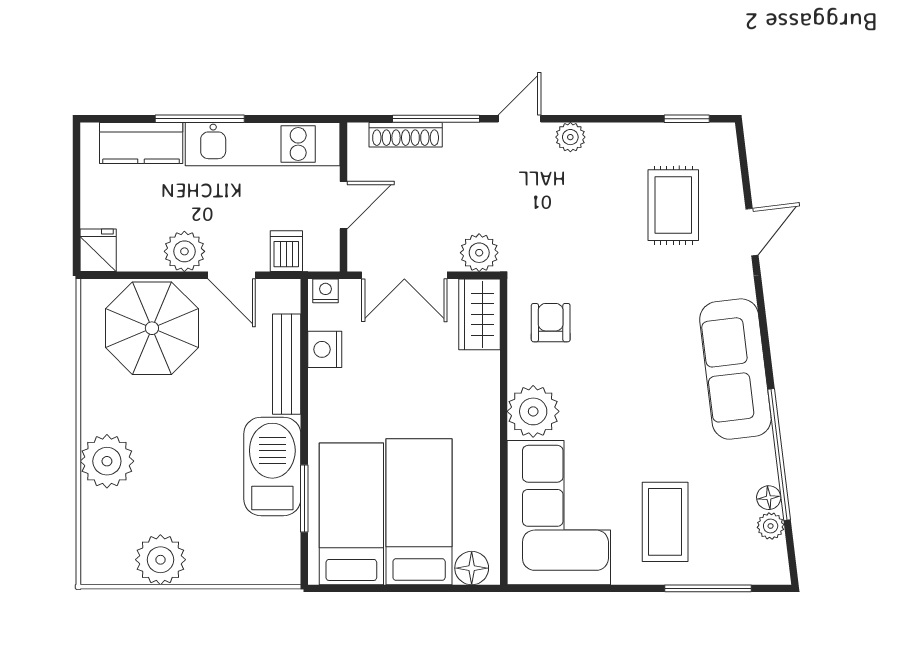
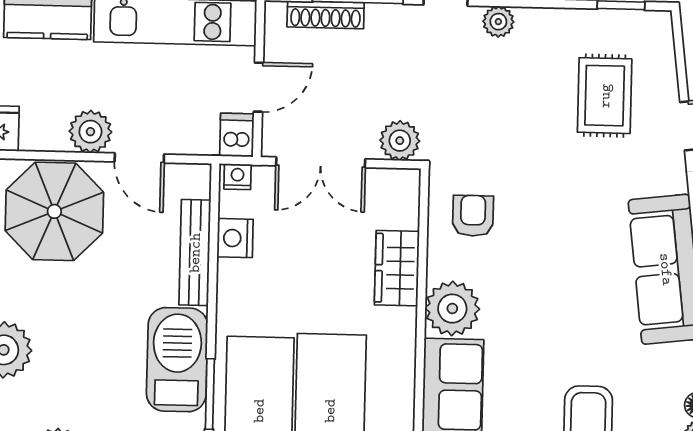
dishwasher: (286, 251) -> (237, 135), moved
wardrobe: (479, 314) -> (397, 268), moved

